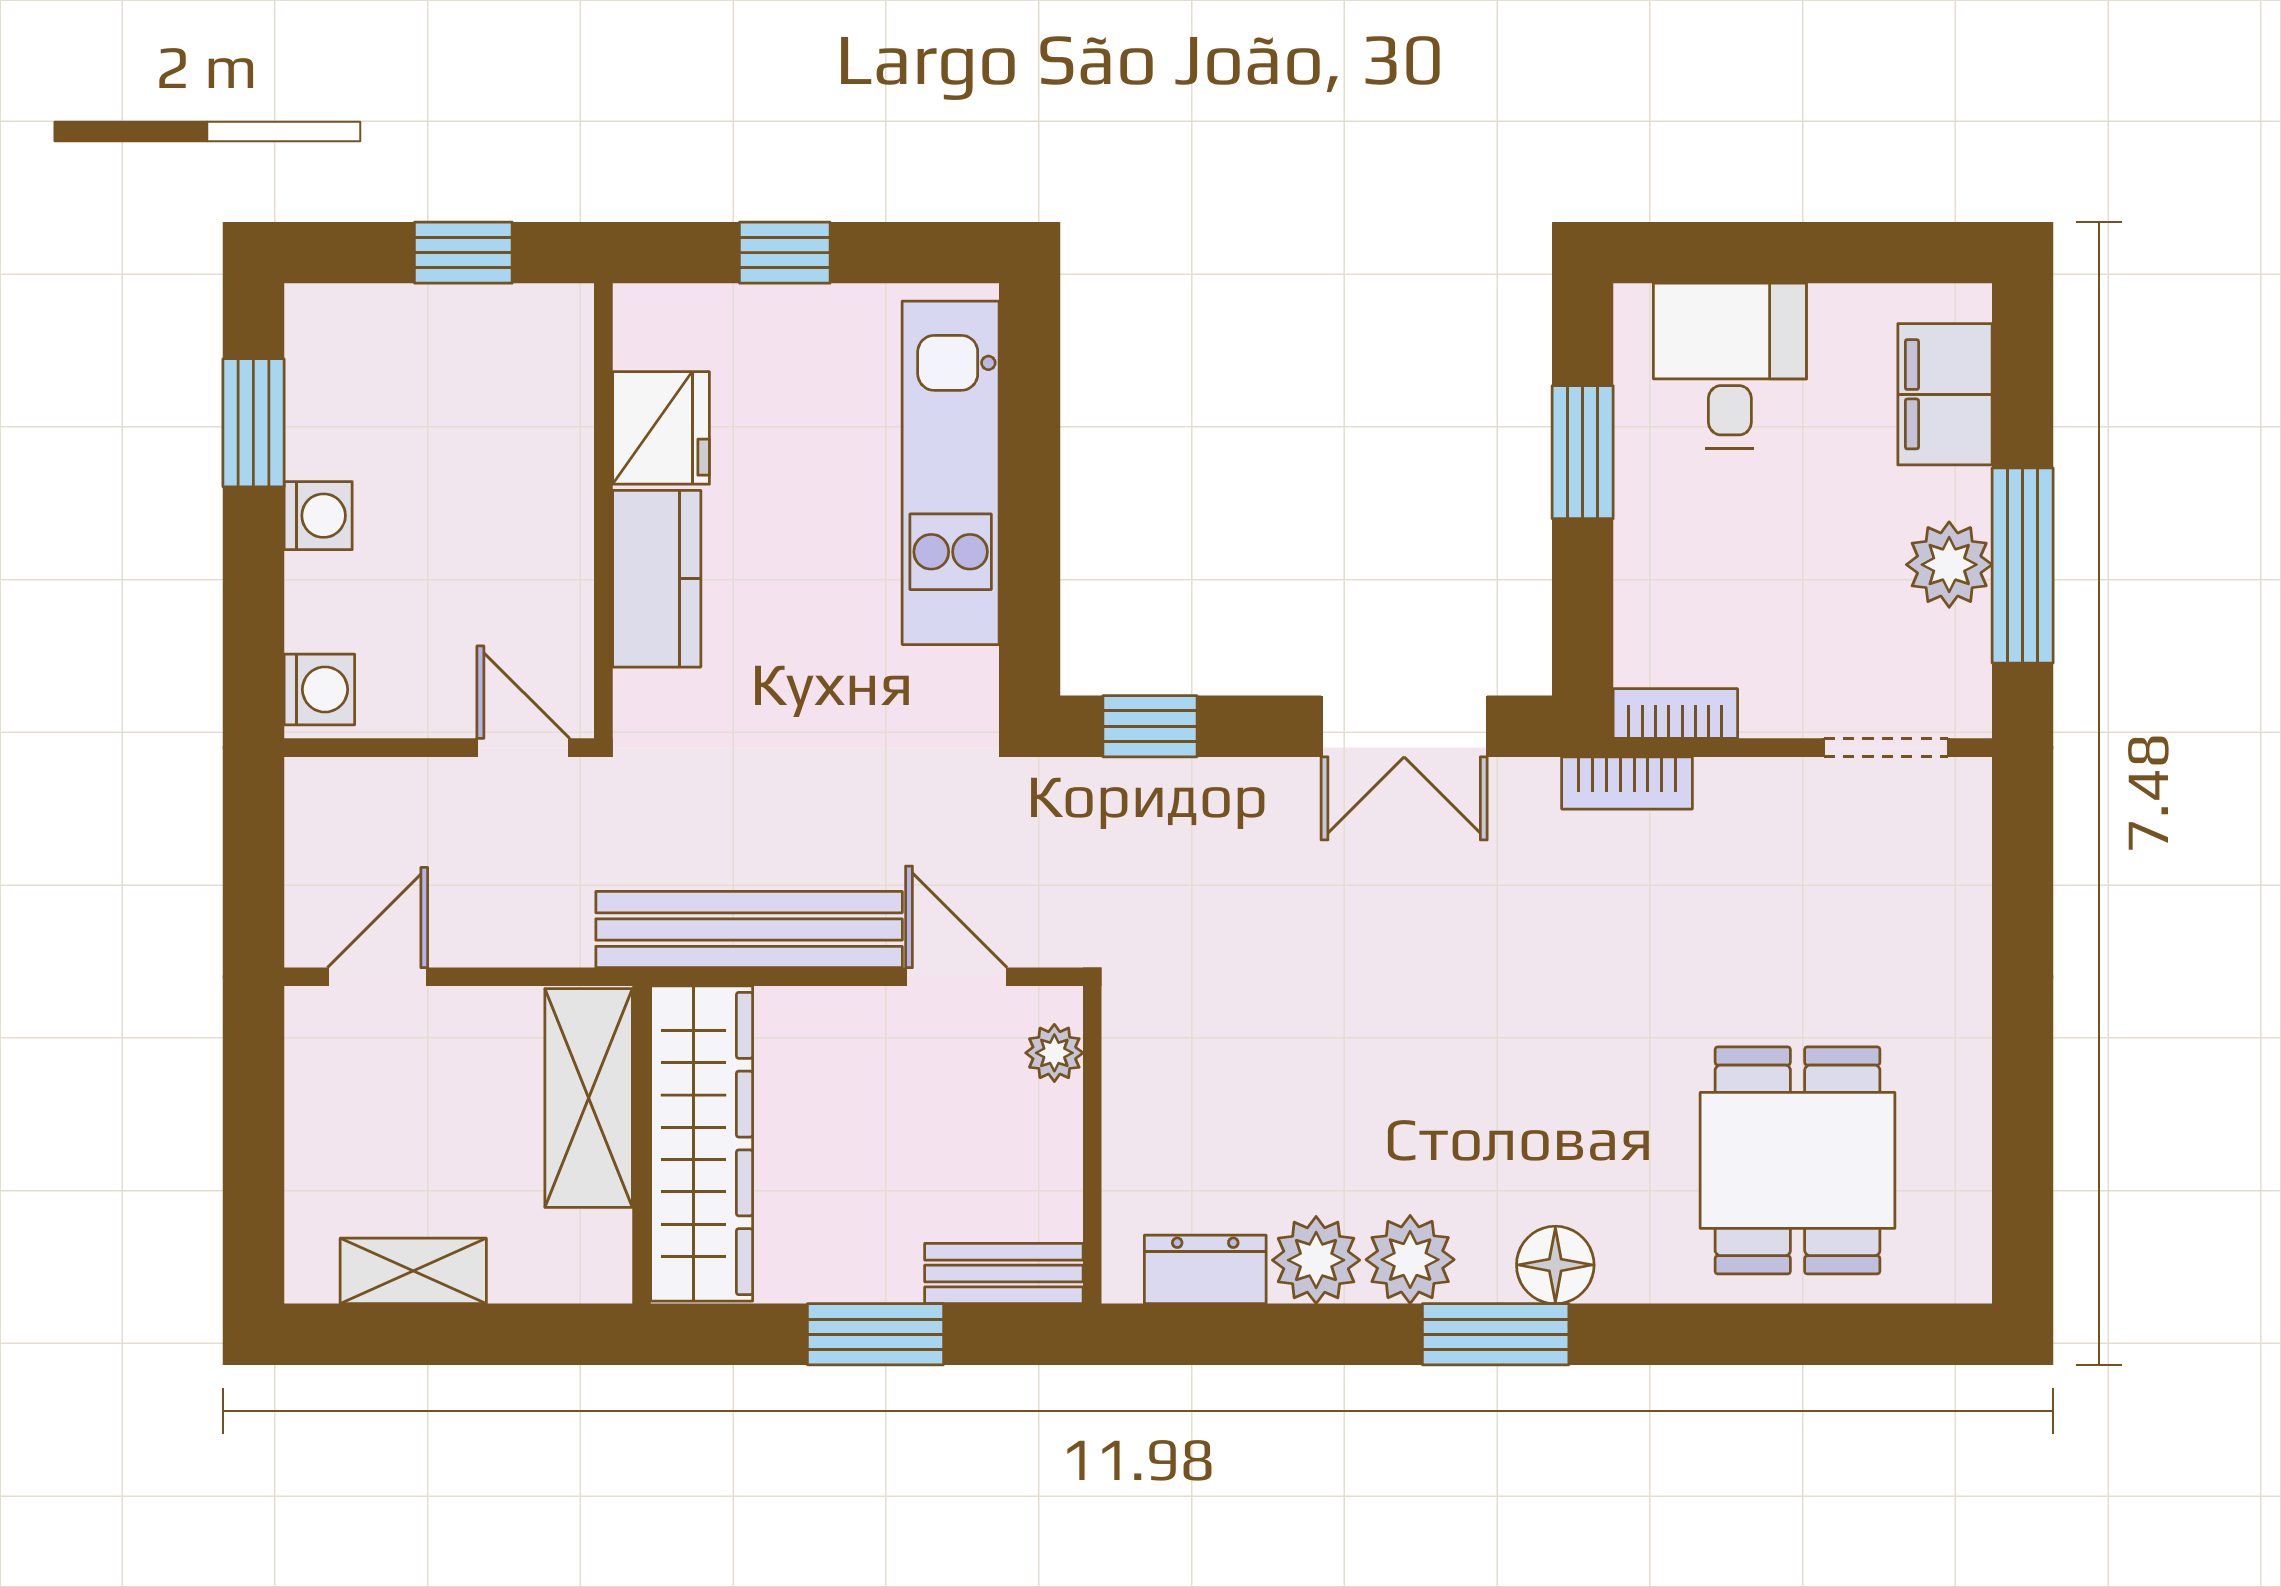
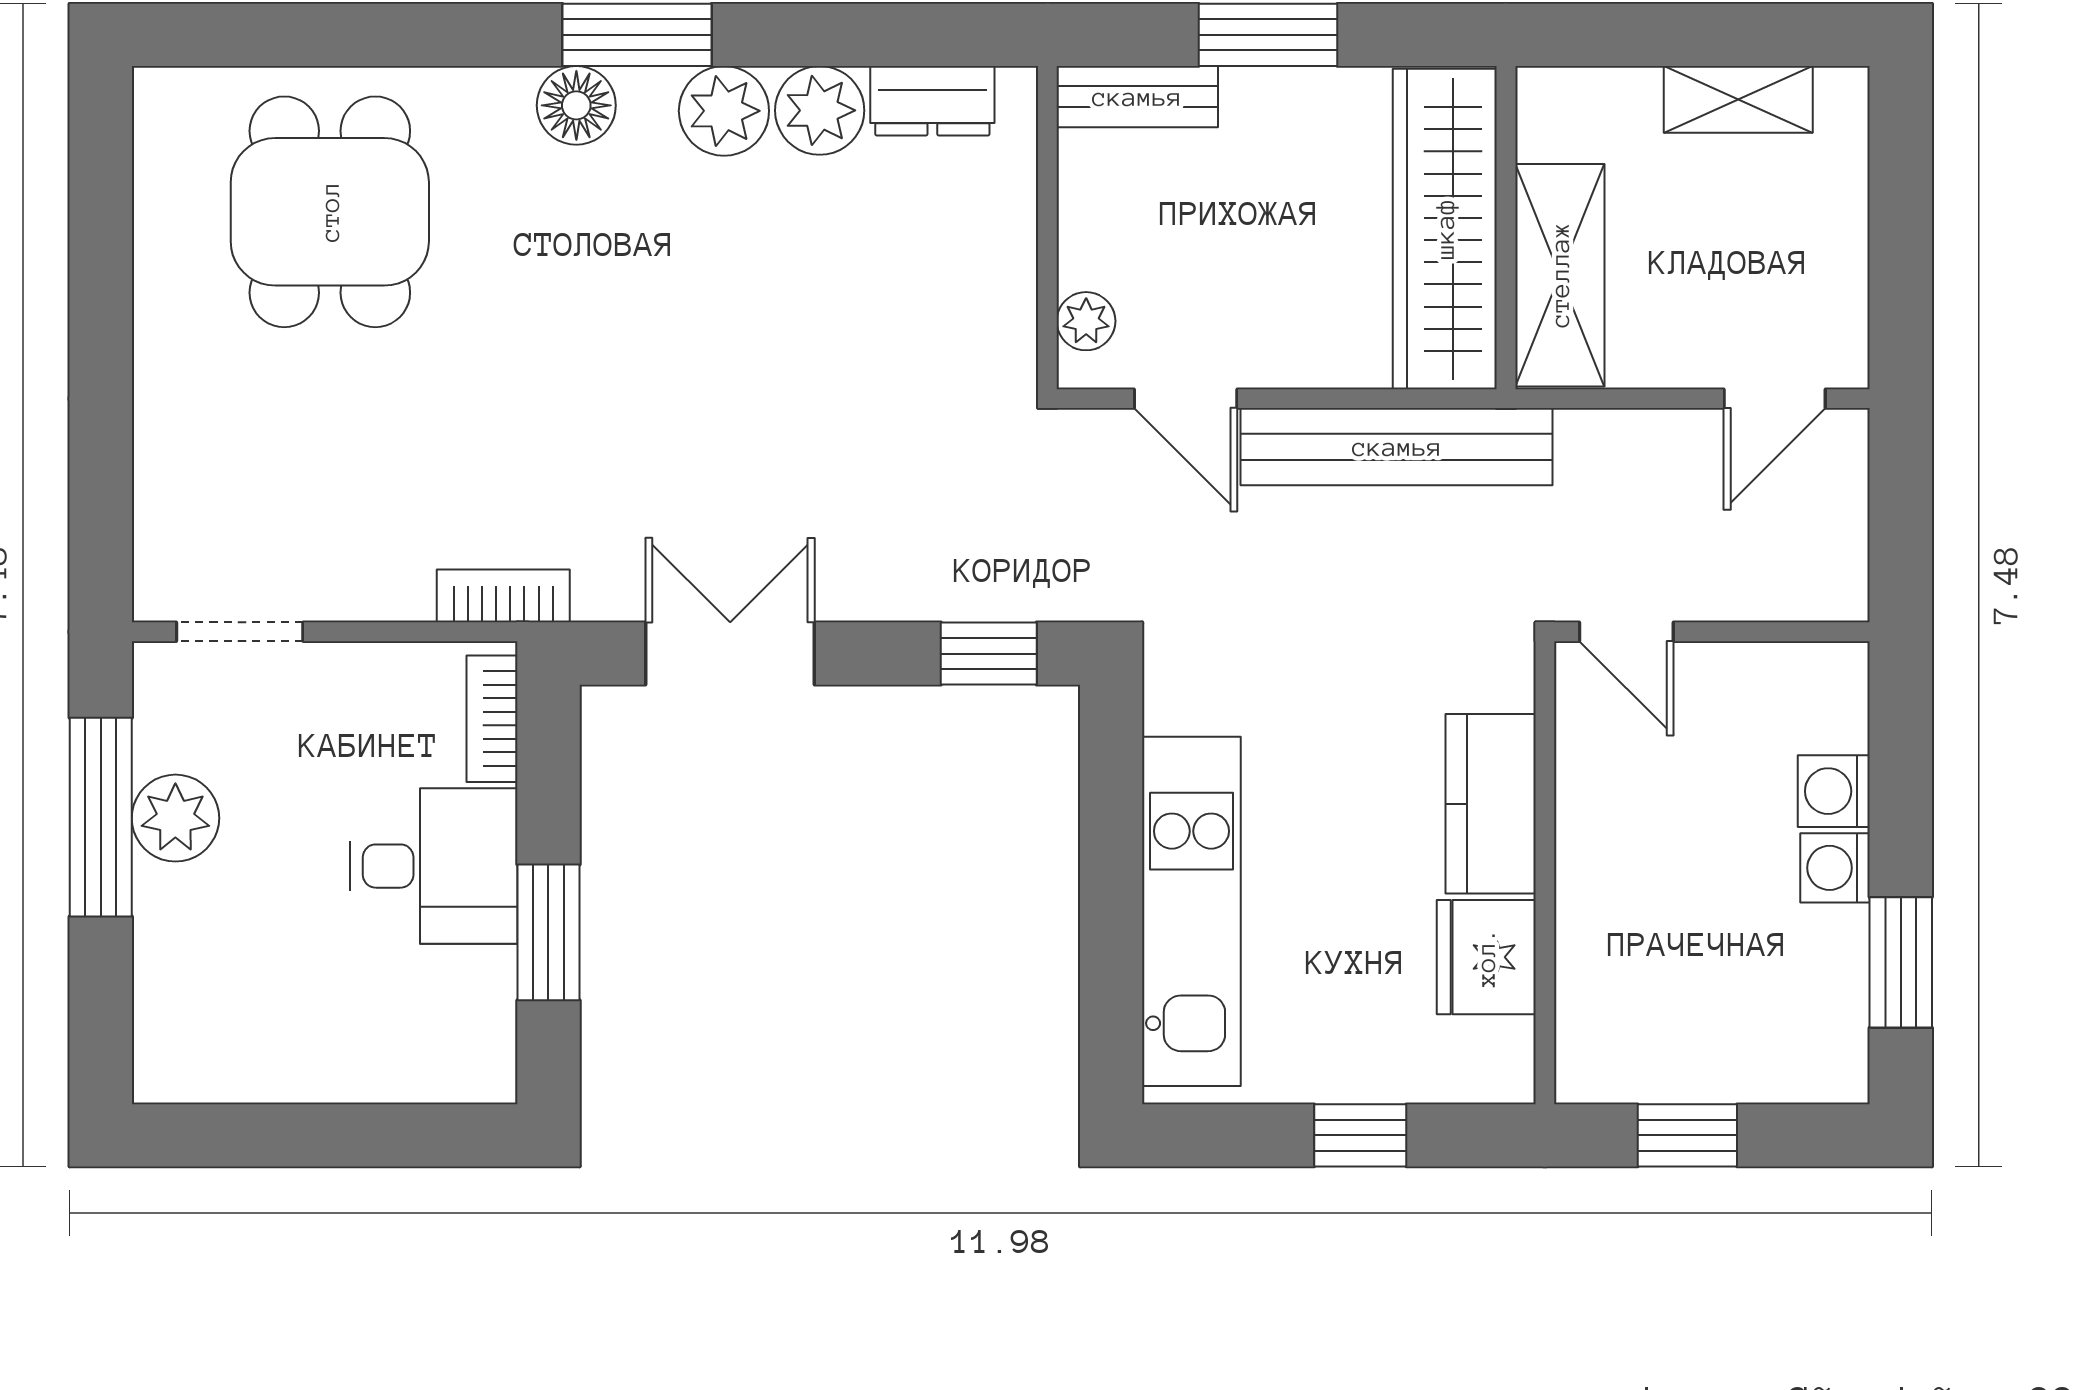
desk: (1730, 366) -> (433, 866), moved, turned -90
filing cabinet: (1945, 394) -> (180, 991), removed
washing machine: (319, 689) -> (1834, 791), moved
bookcase: (1675, 714) -> (492, 719), moved, turned 90

